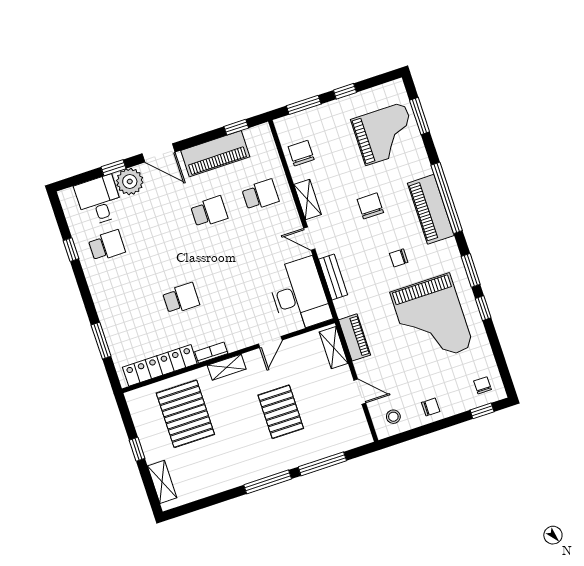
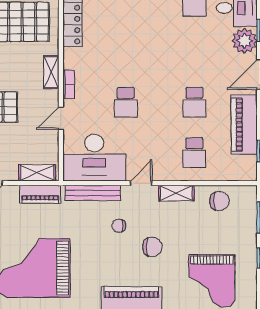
chair: (399, 258) -> (119, 226), moved, turned -90
bench: (333, 277) -> (93, 193), width x1.36
school desk: (181, 298) -> (126, 102), moved
door: (270, 342) -> (61, 118), hinge flipped
bookcase: (211, 353) -> (69, 84), moved

